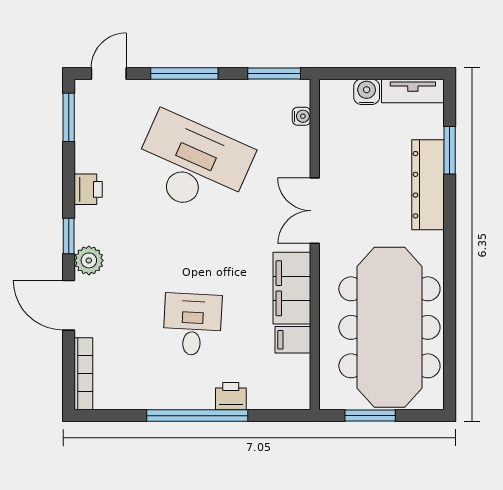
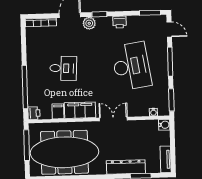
water cooler: (367, 92) -> (164, 125), moved
desk: (192, 165) -> (131, 66), turned -33
printer: (231, 396) -> (34, 113), moved
window: (197, 416) -> (25, 87), moved
window: (370, 416) -> (27, 145), width x1.44

